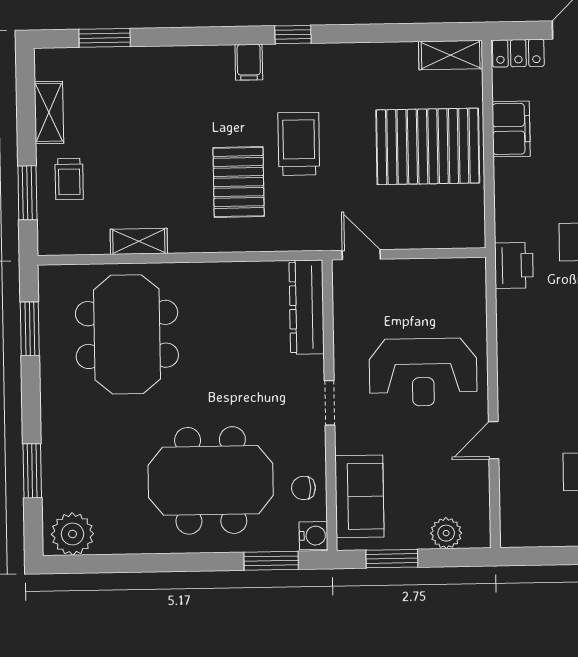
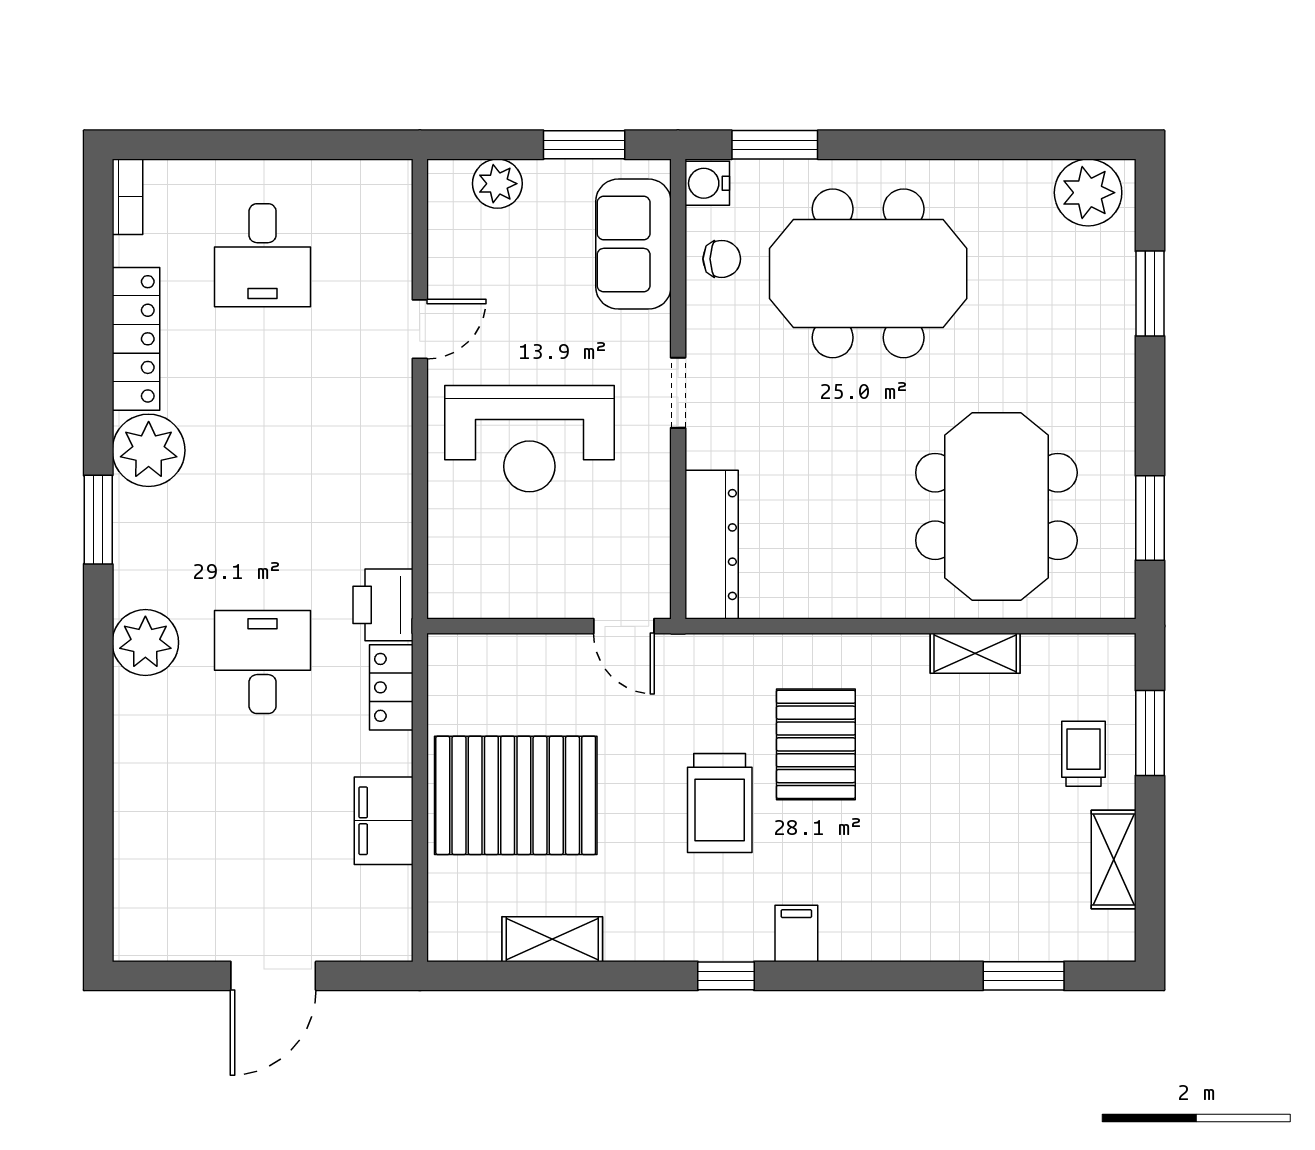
locker: (518, 53) -> (391, 687), moved, turned -90
shelving: (451, 55) -> (552, 939), moved
reception desk: (423, 372) -> (529, 439), turned 180

